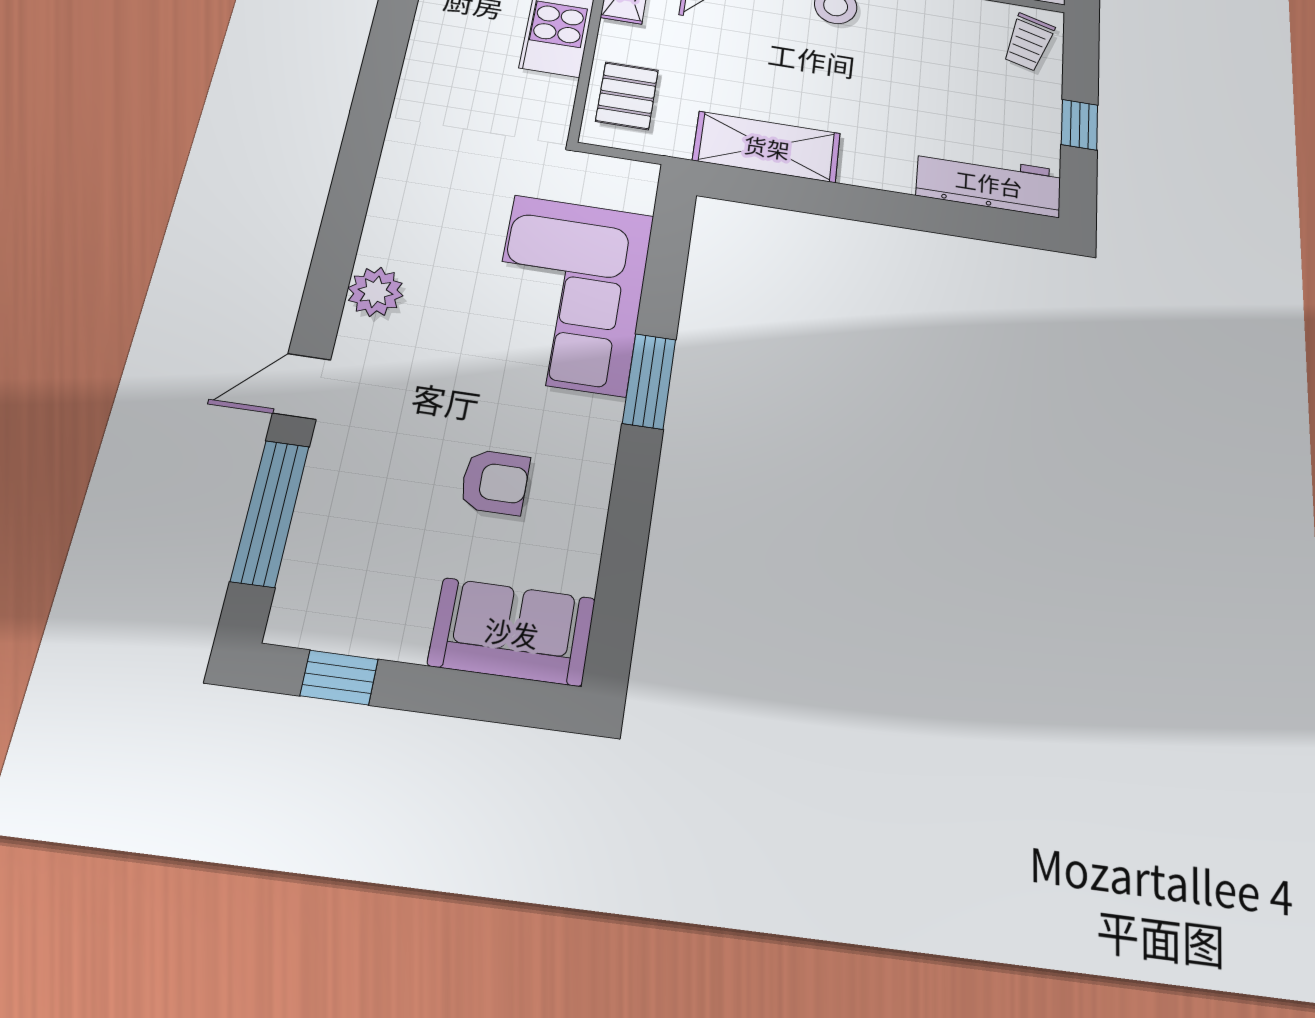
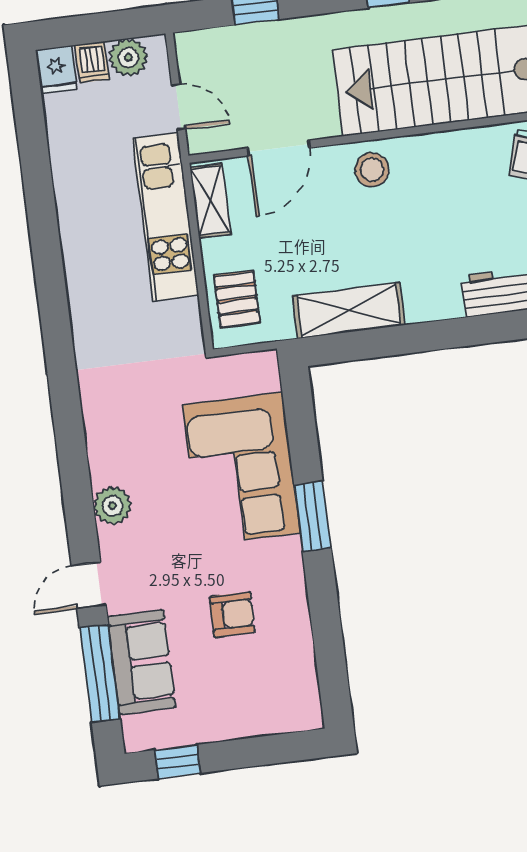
sofa: (512, 632) -> (141, 662), moved, turned 90

